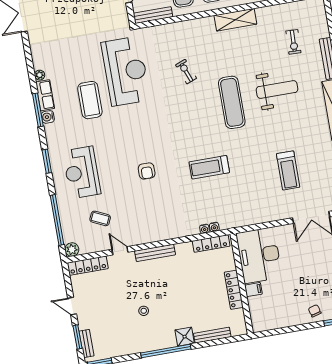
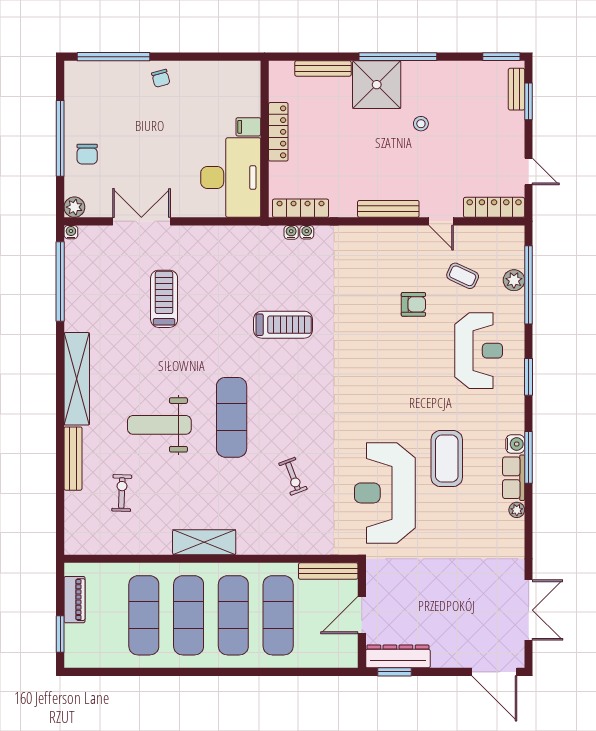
armchair: (147, 171) -> (413, 304), moved, turned 90
plant: (72, 250) -> (514, 280), moved
door: (72, 306) -> (529, 171), moved
shower: (185, 337) -> (377, 85), width x1.86, depth x1.86

